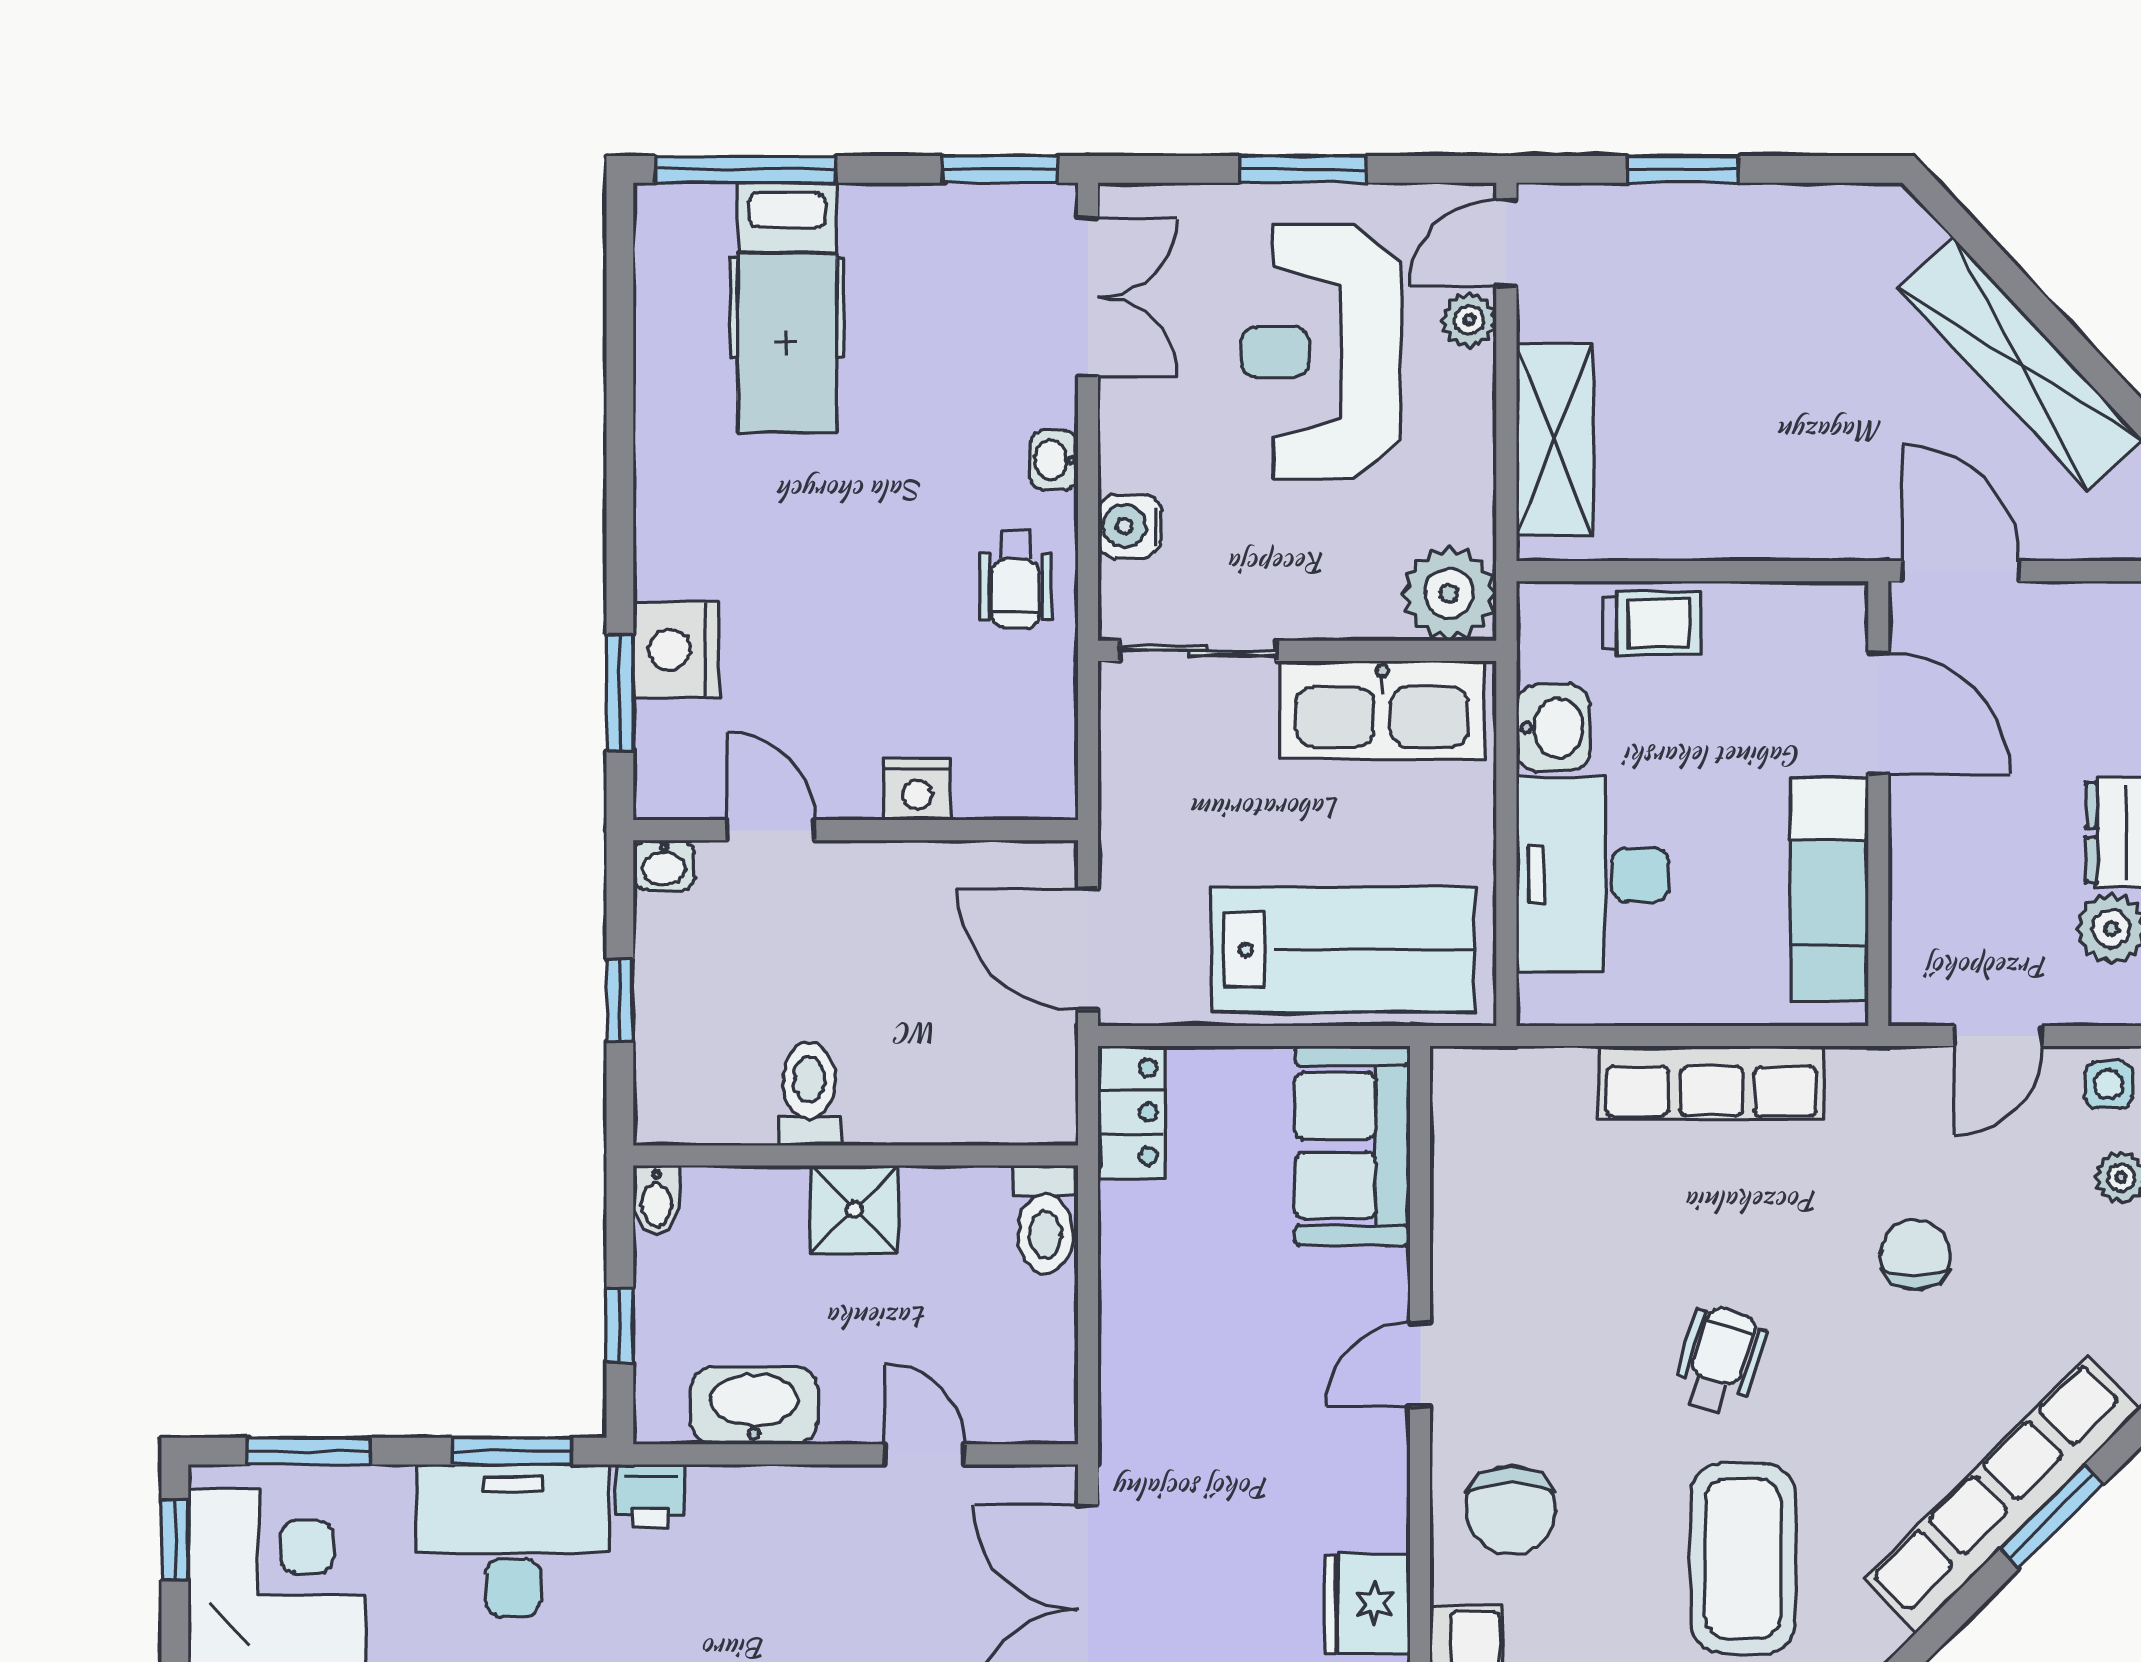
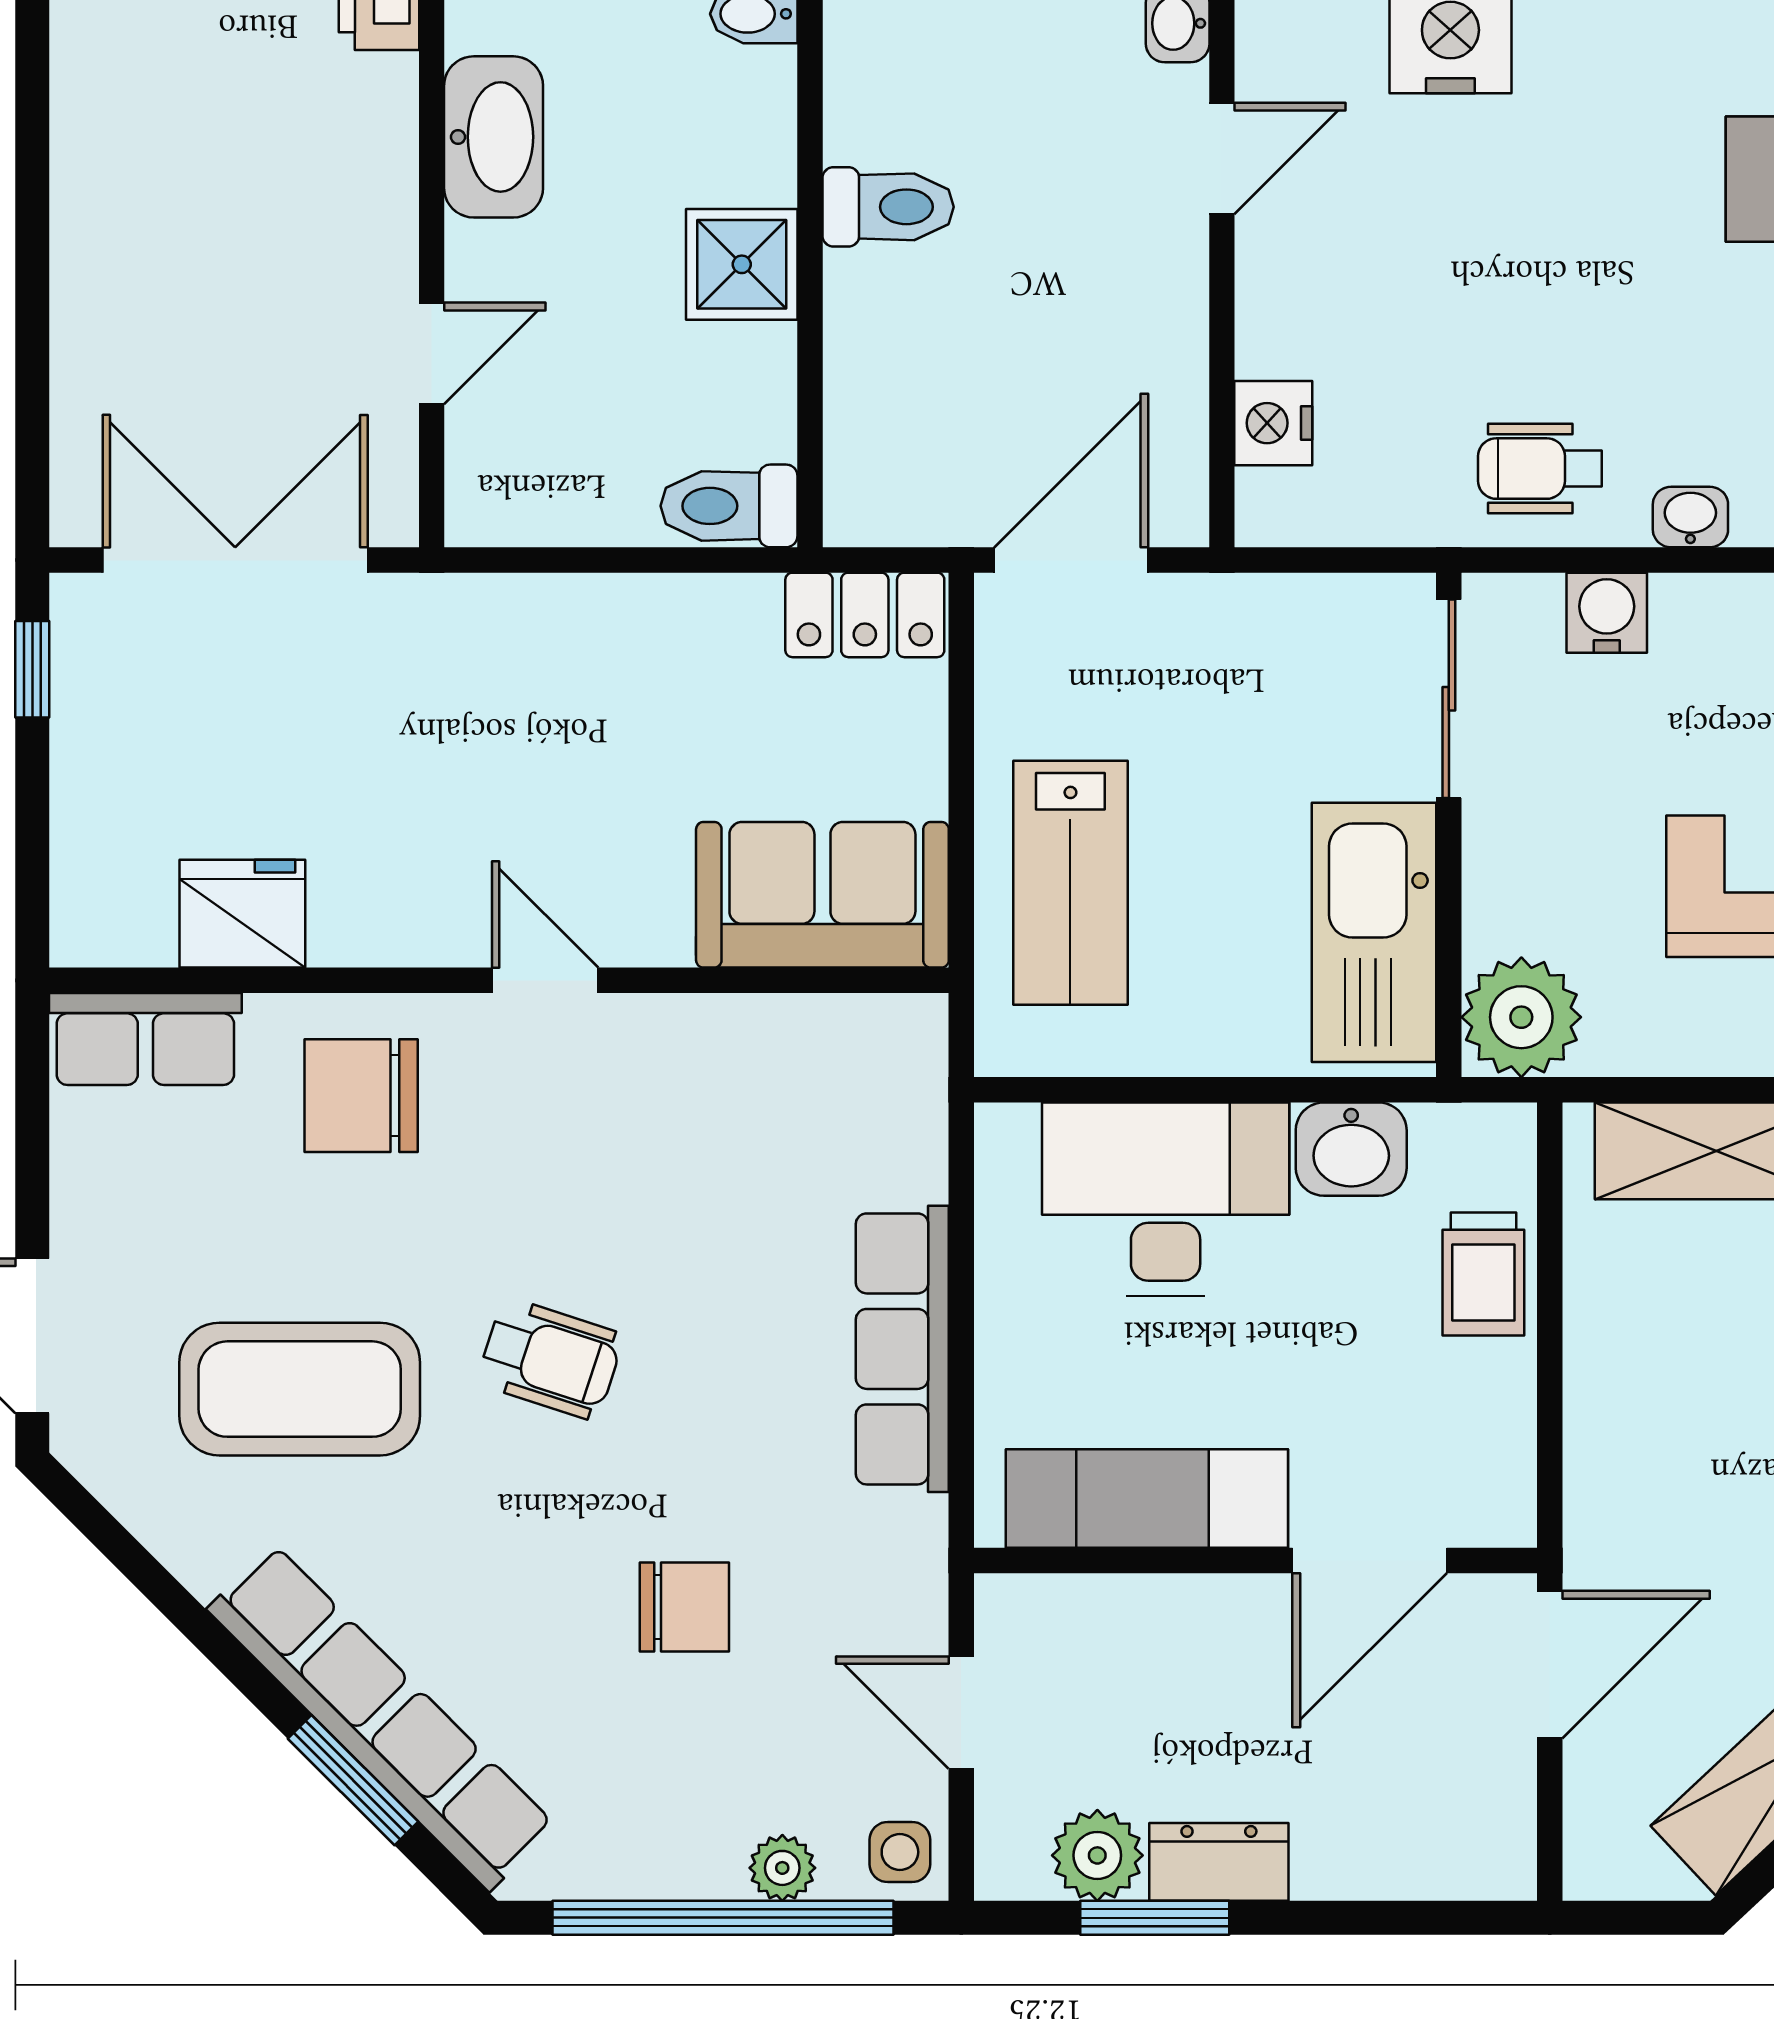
nightstand: (917, 790) -> (1273, 423), moved
lab bench: (1343, 950) -> (1070, 883), width x0.73, depth x0.72

